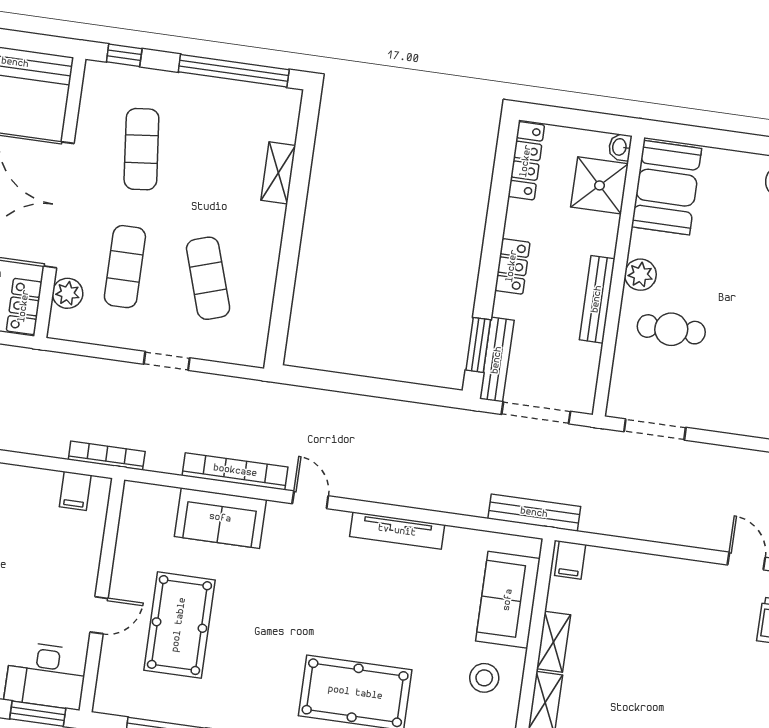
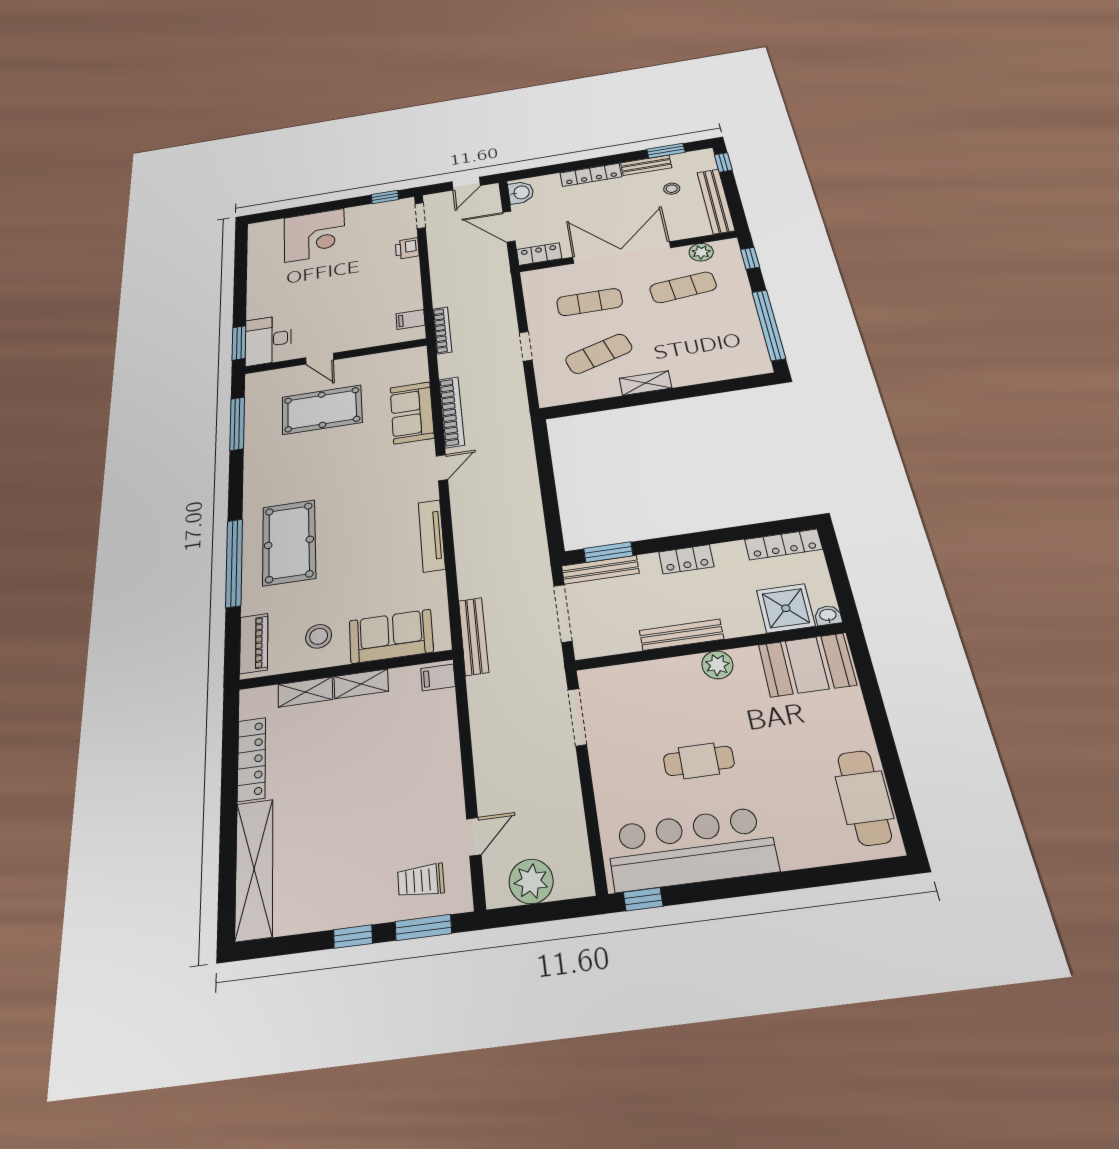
shelving: (278, 173) -> (646, 383), moved
plant: (68, 293) -> (701, 252), moved
cafe table: (671, 329) -> (699, 761), moved, turned 90

